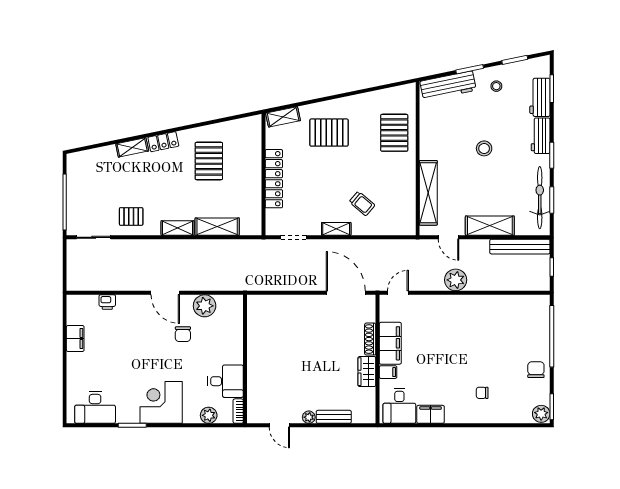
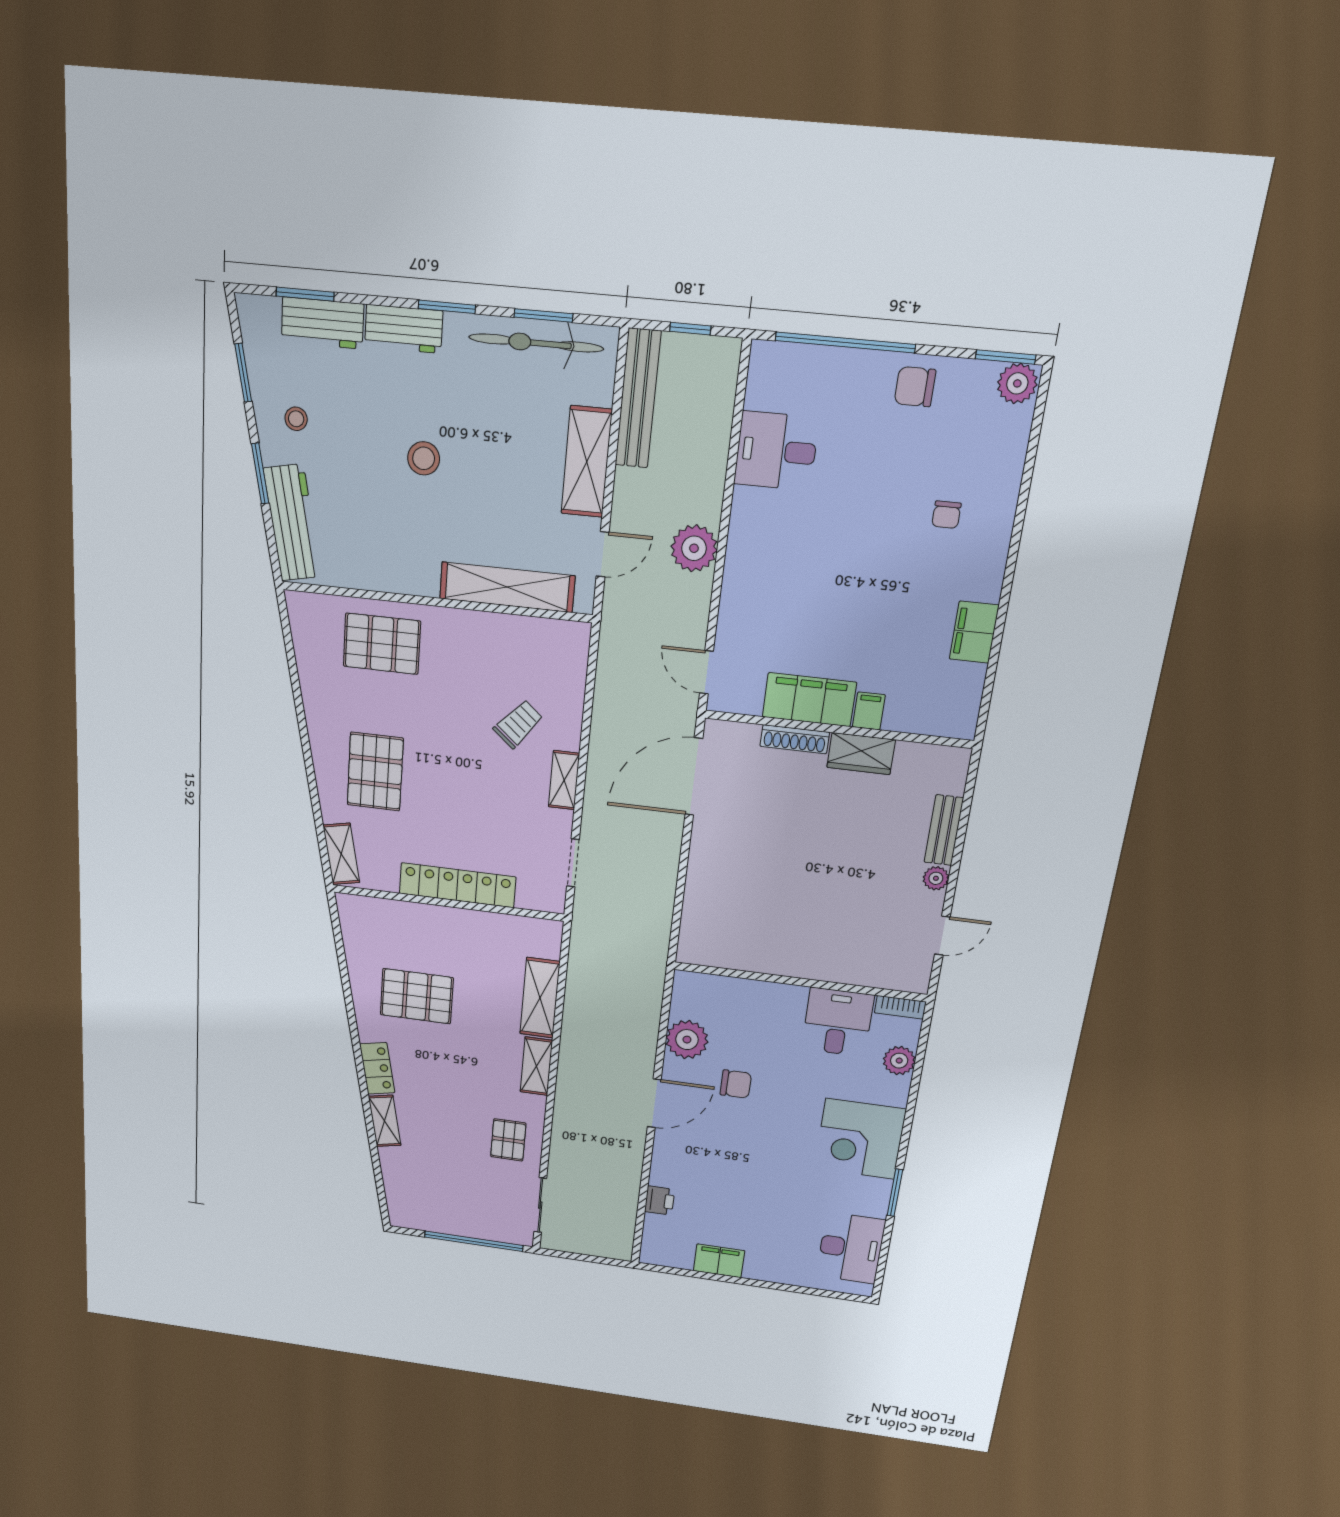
desk: (399, 406) -> (776, 451), moved, turned 180

